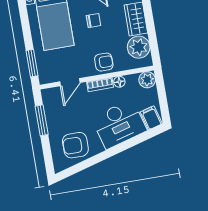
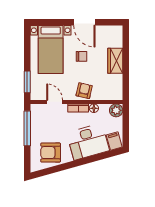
plant: (139, 47) -> (114, 83), removed
armchair: (104, 62) -> (84, 91), turned -77
door: (70, 82) -> (55, 102), swing flipped
window: (42, 120) -> (27, 128), width x1.44

